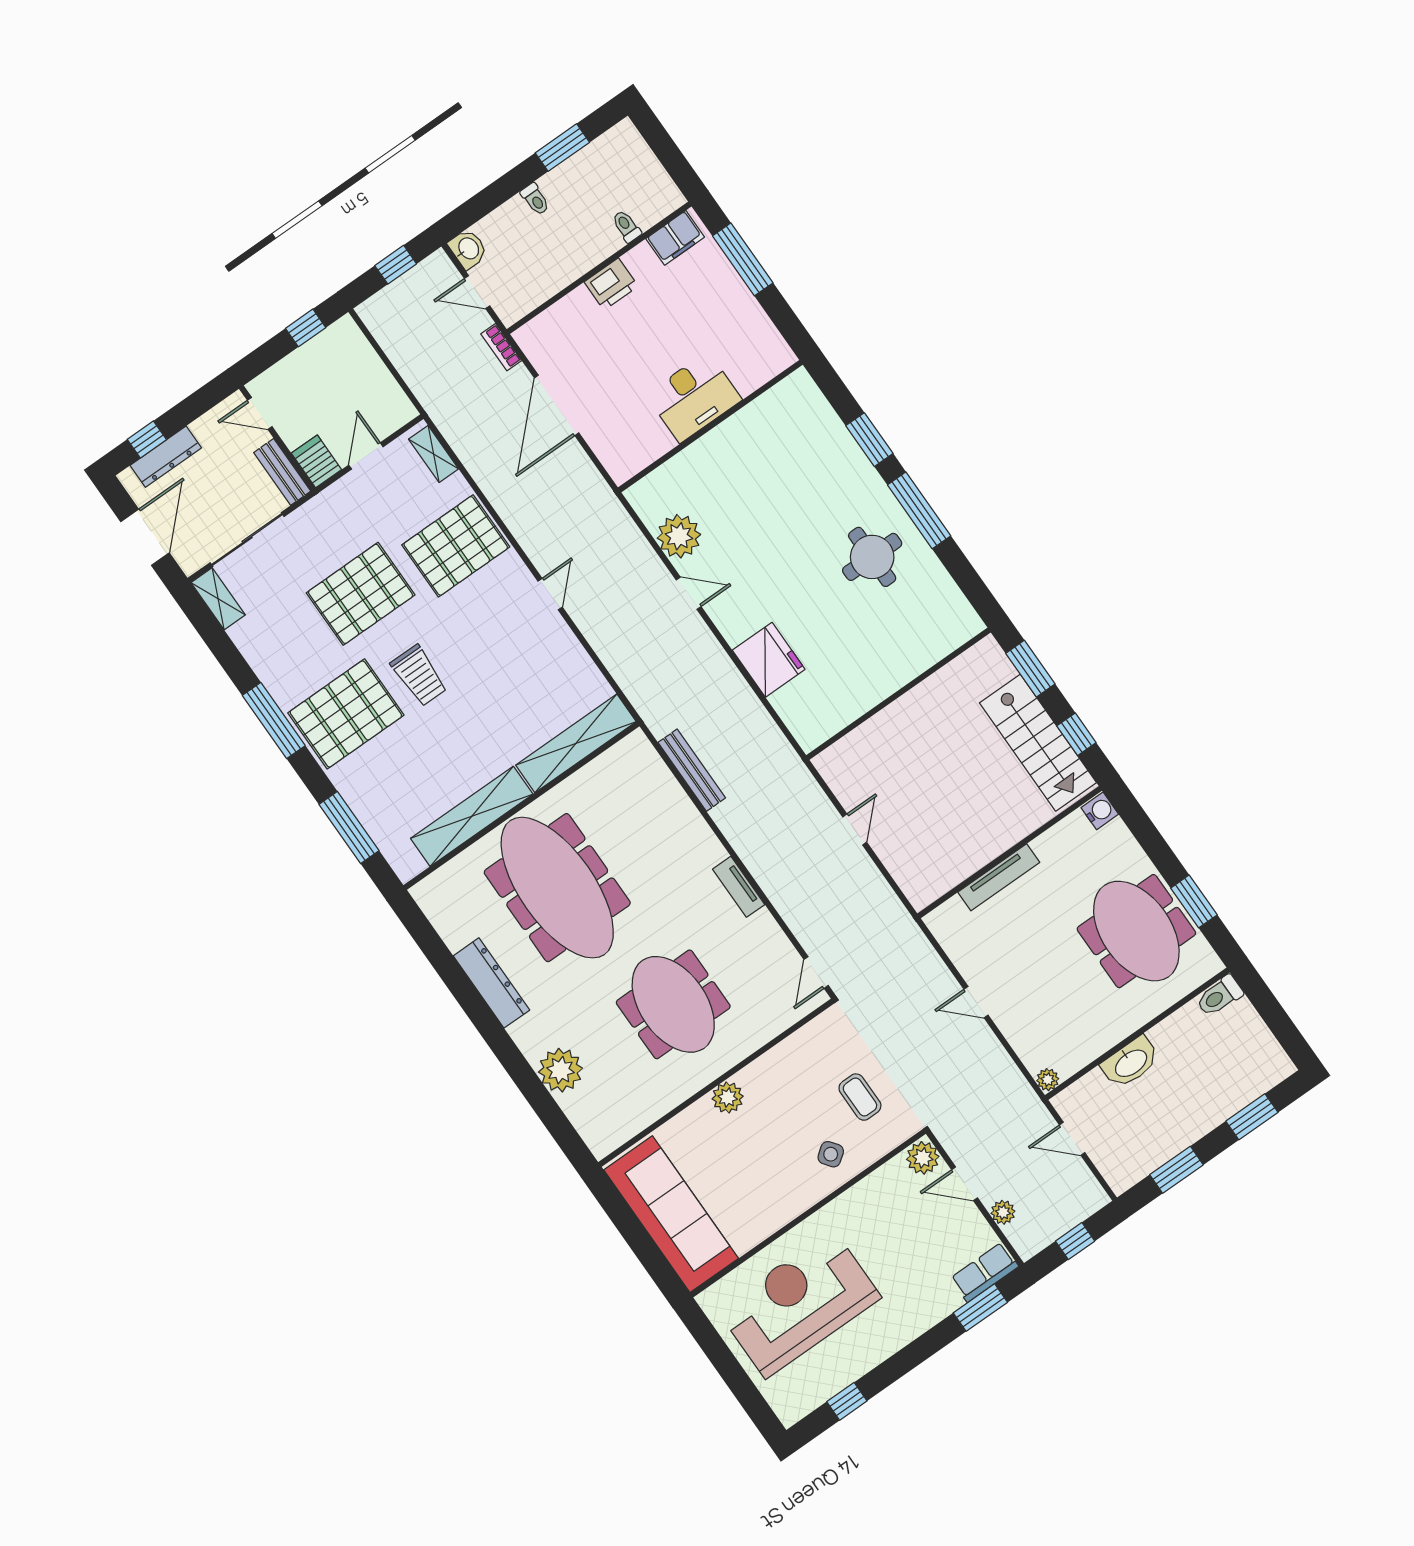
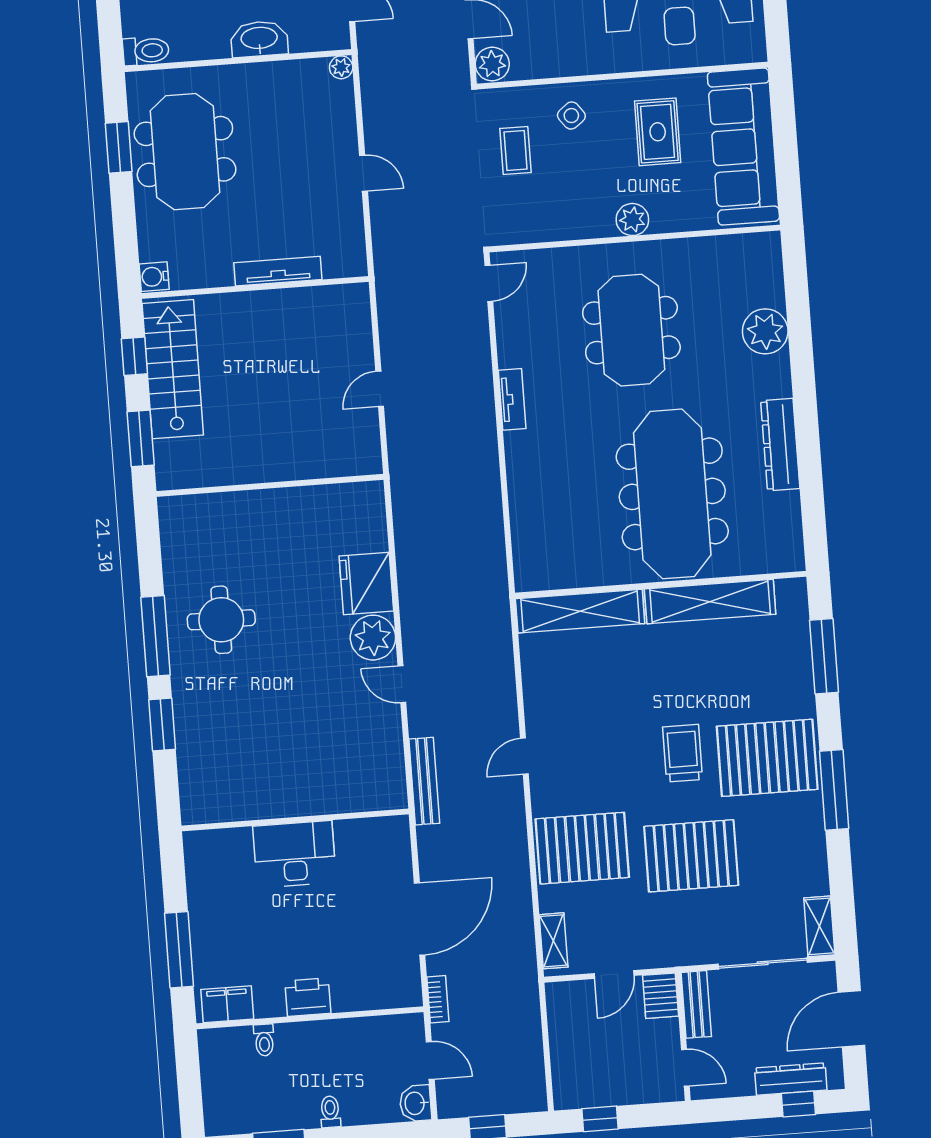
plant: (679, 536) -> (373, 638), moved
bench: (692, 770) -> (424, 781), moved
rug: (750, 1184) -> (658, 132), added

